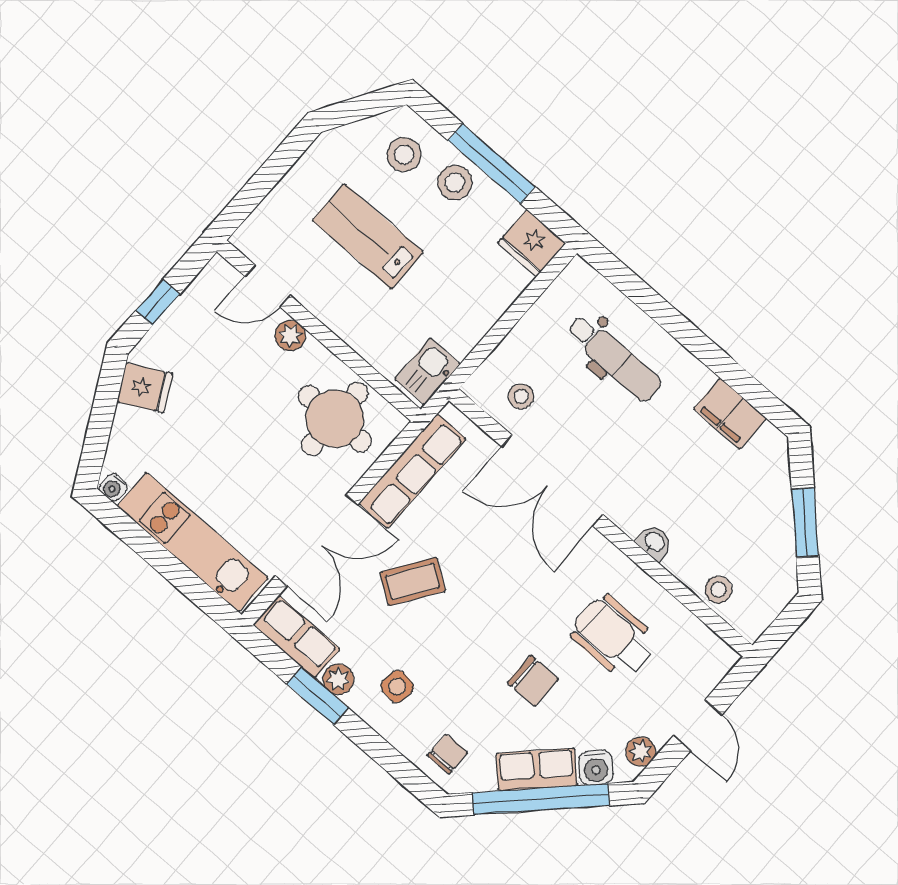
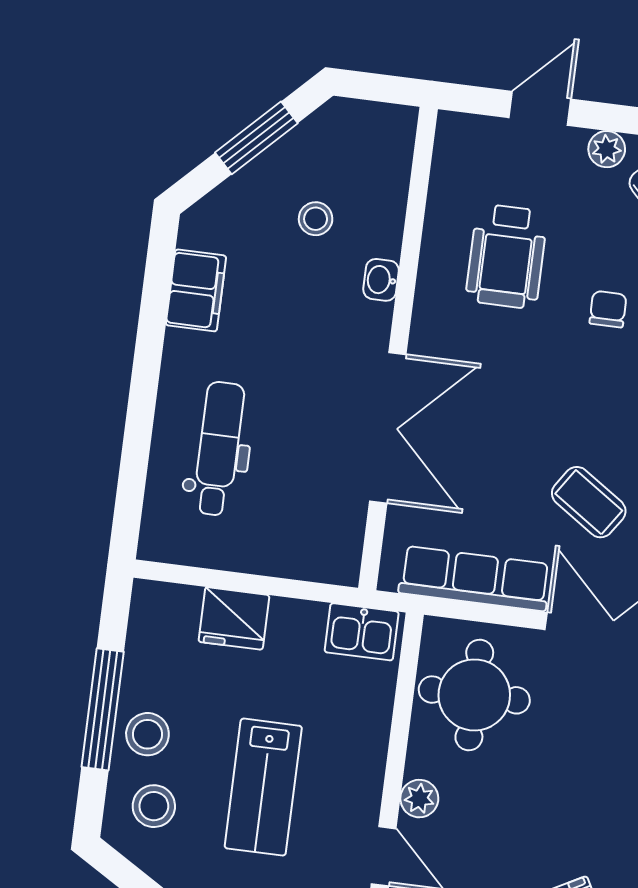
fridge: (532, 243) -> (234, 618), moved, turned 90
stool: (521, 396) -> (322, 518), removed
stool: (718, 590) -> (316, 219), moved
chair: (533, 681) -> (608, 309), width x0.73, depth x0.73

